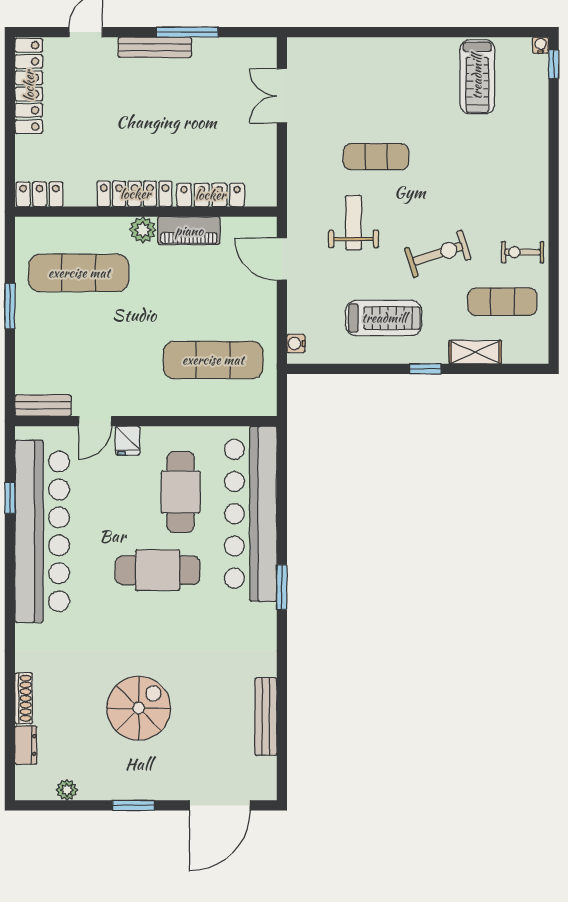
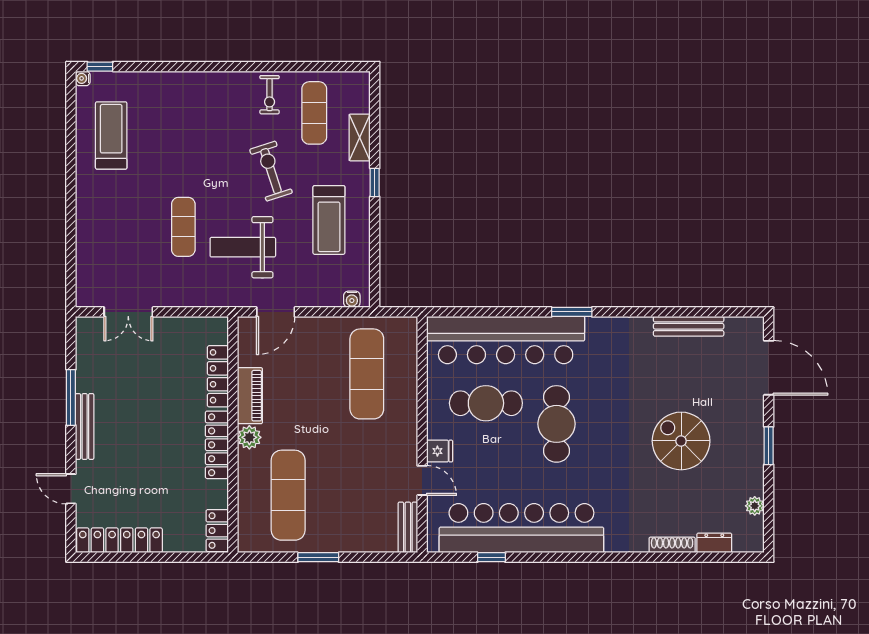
treadmill: (477, 77) -> (111, 135), turned -90
weight bench: (353, 223) -> (243, 247), width x1.36, depth x1.33
treadmill: (384, 318) -> (329, 220), turned 180

